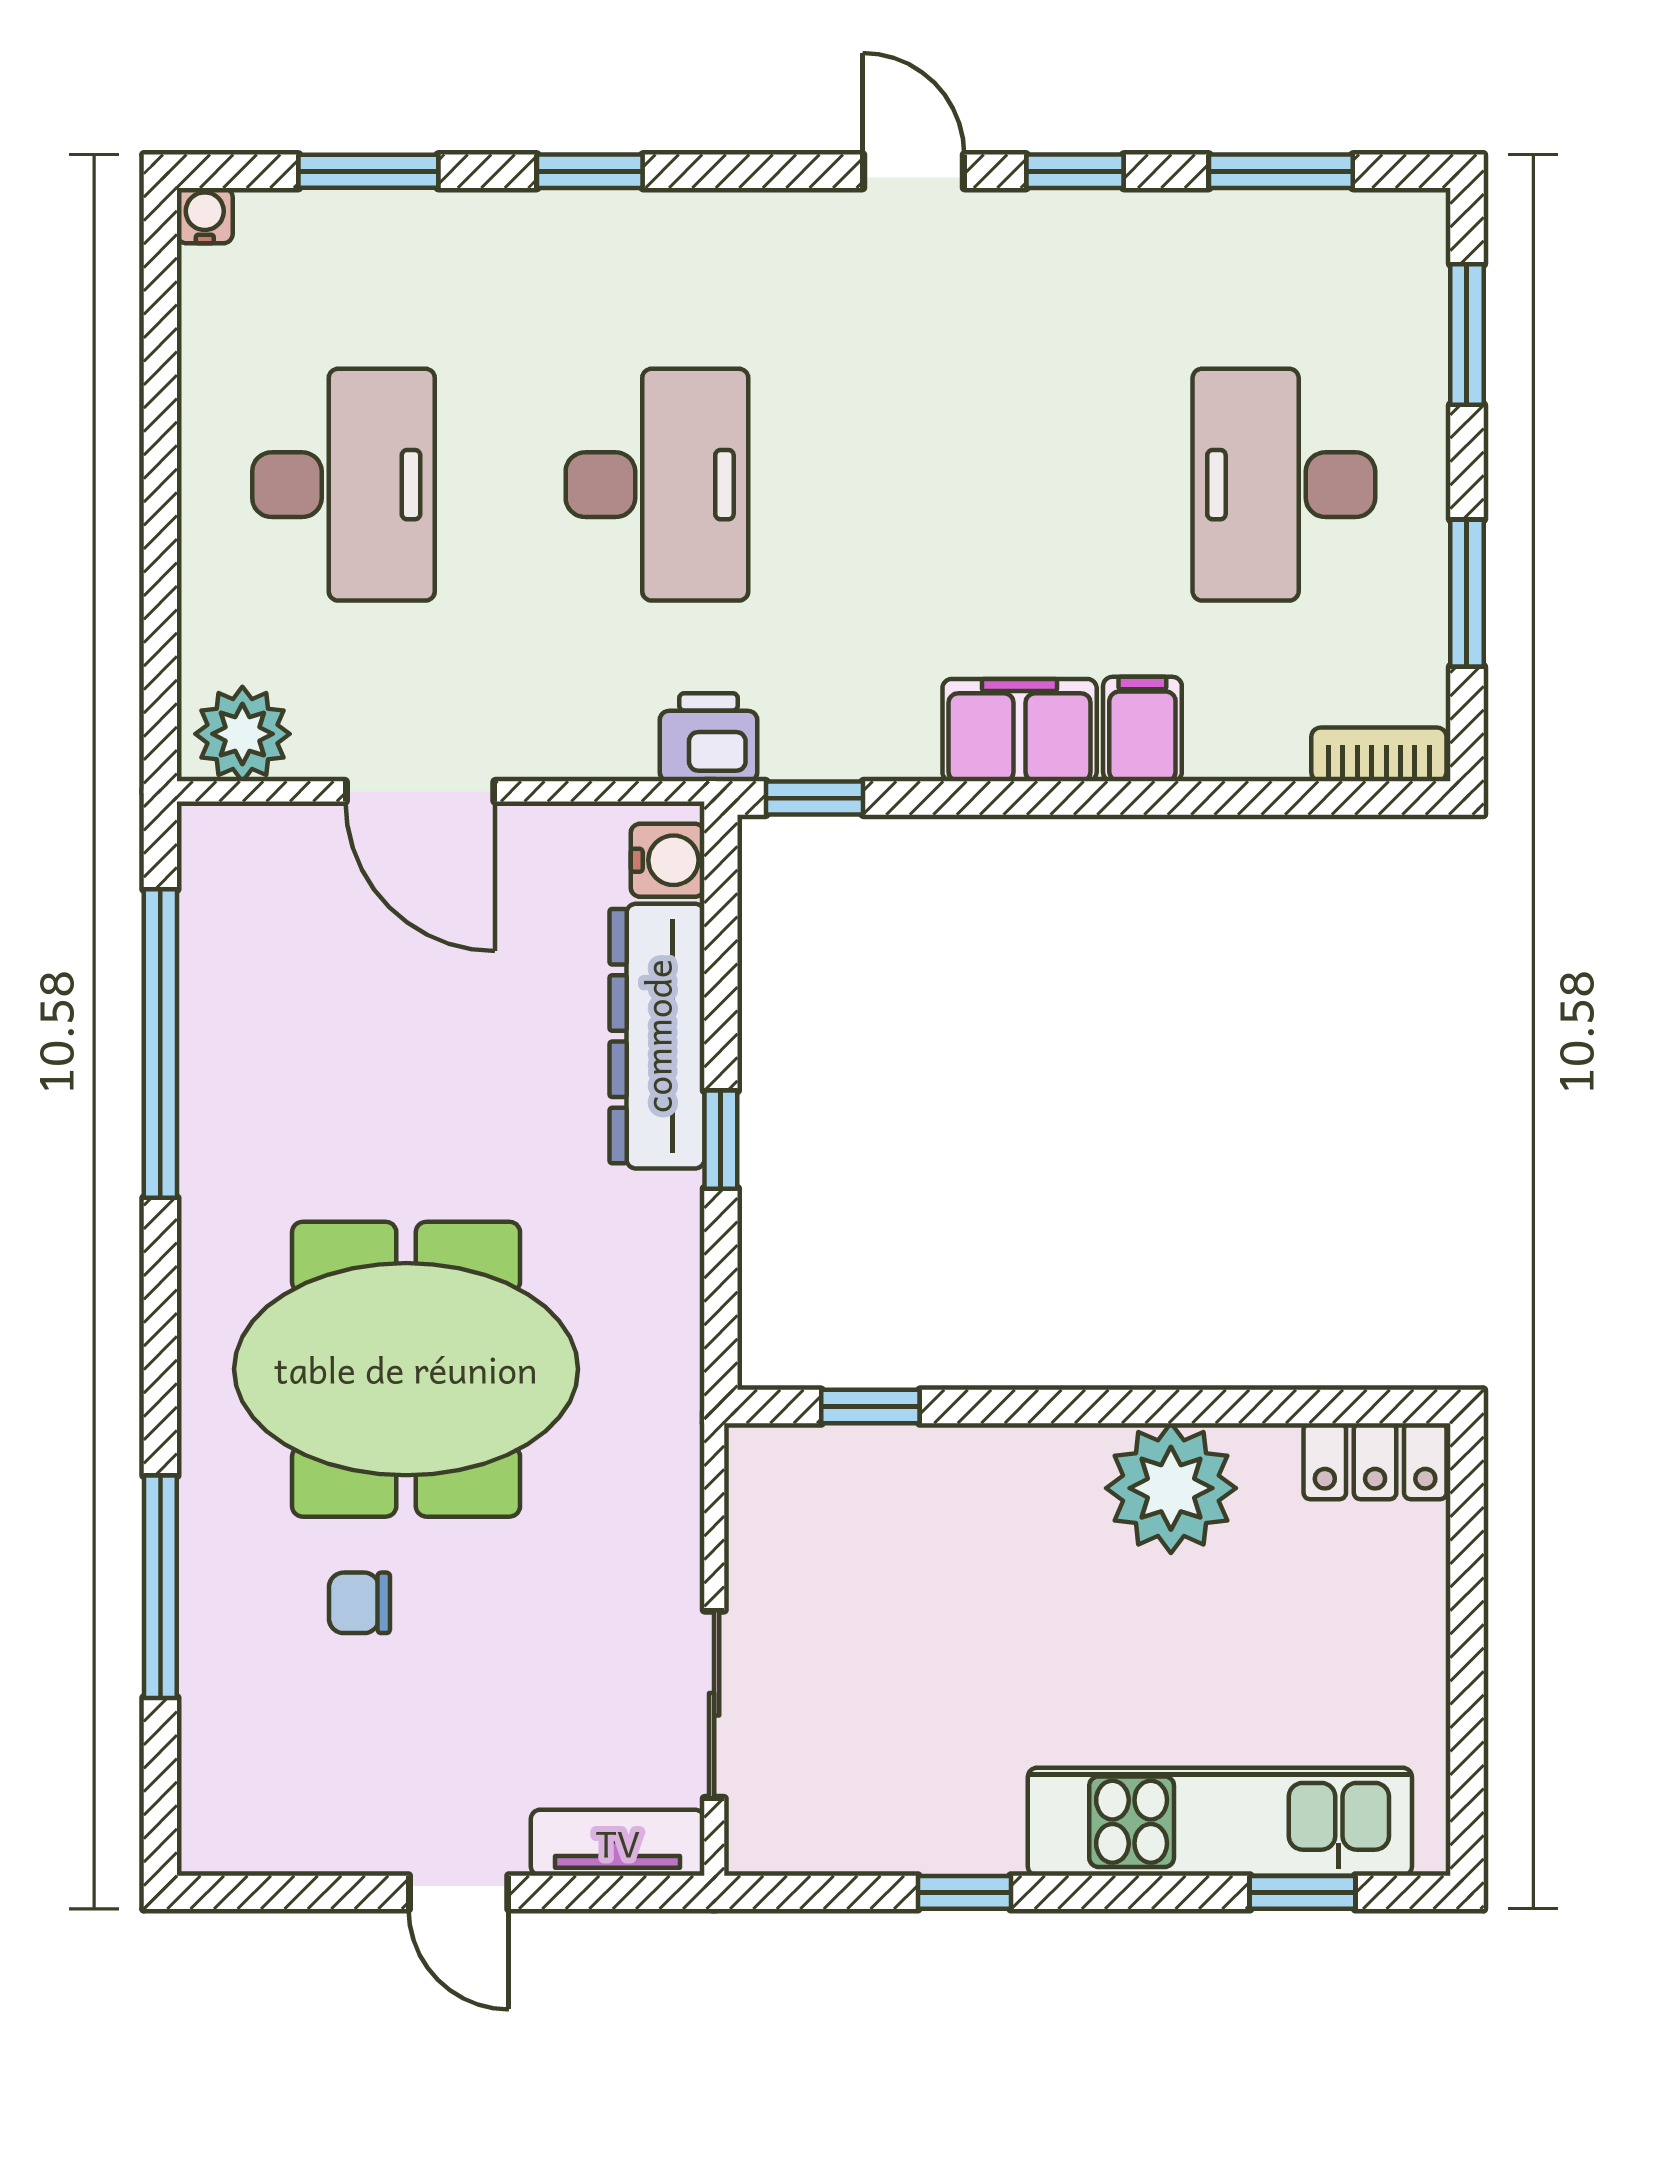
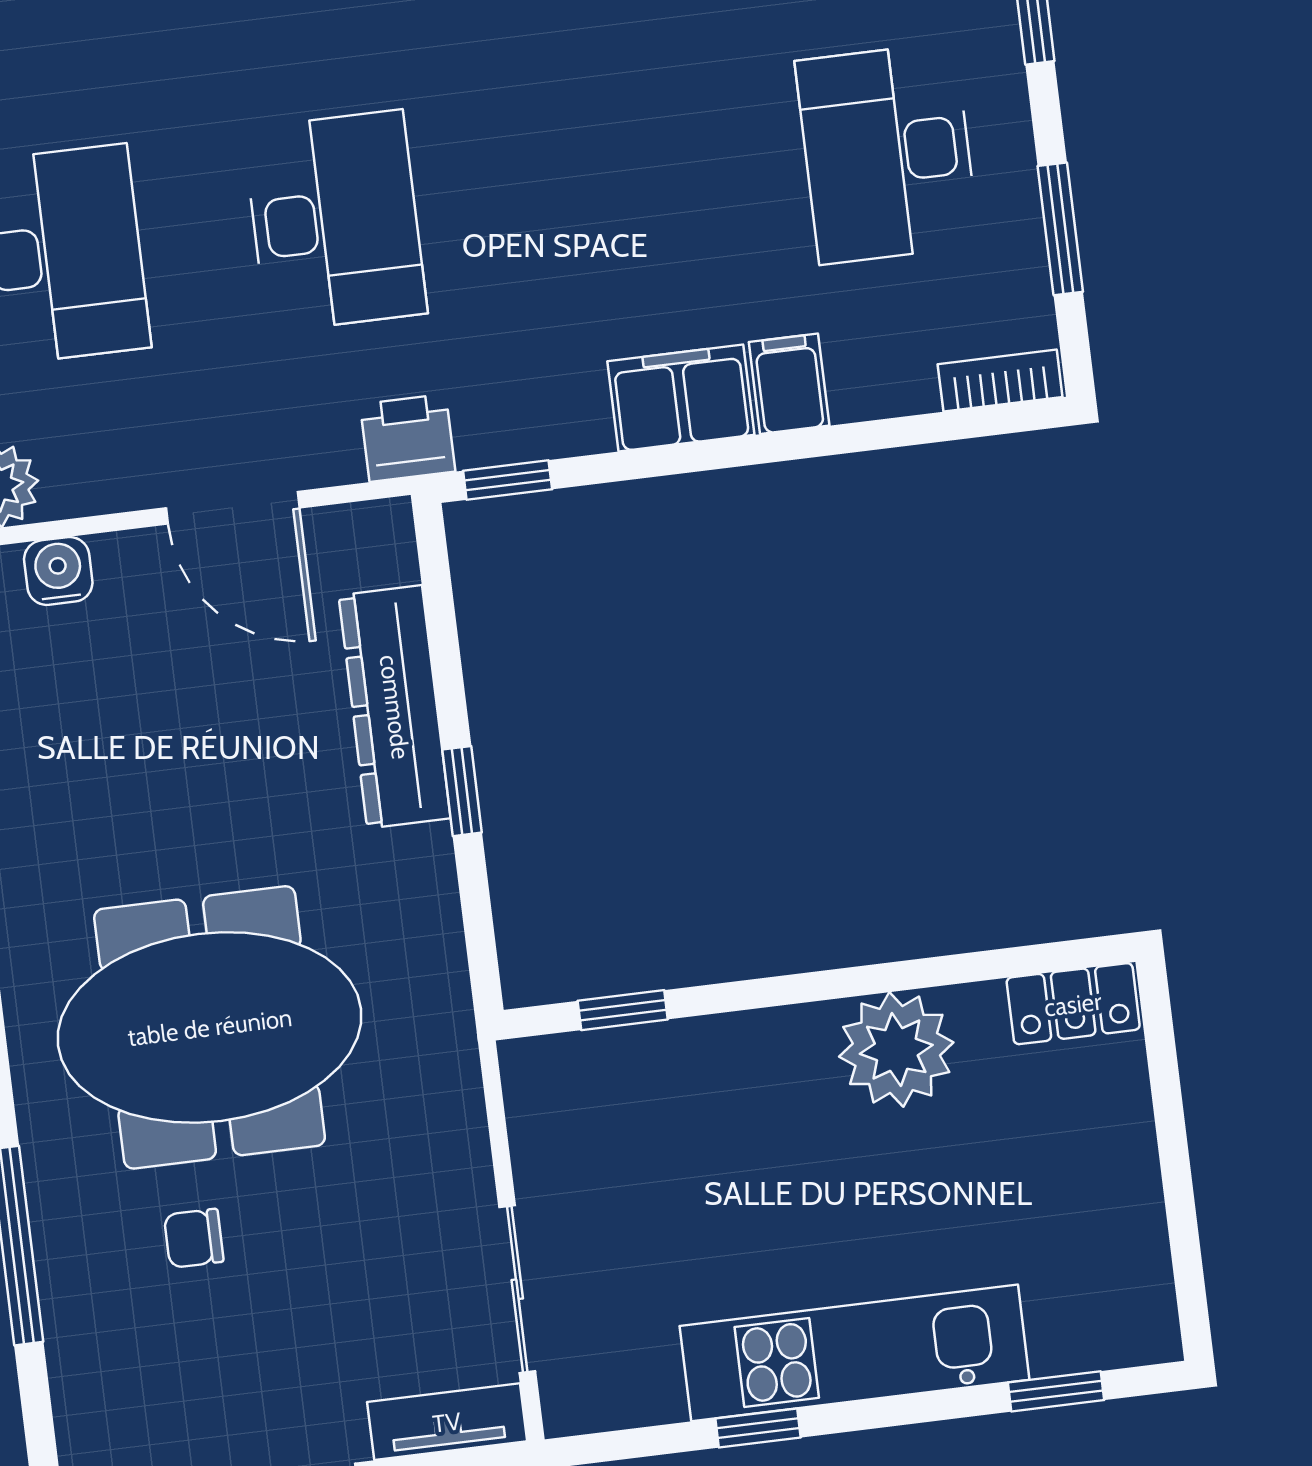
door: (420, 791) -> (233, 508), moved
water cooler: (668, 860) -> (58, 571), moved, turned -90
kitchen unit: (1220, 1822) -> (855, 1353), moved

